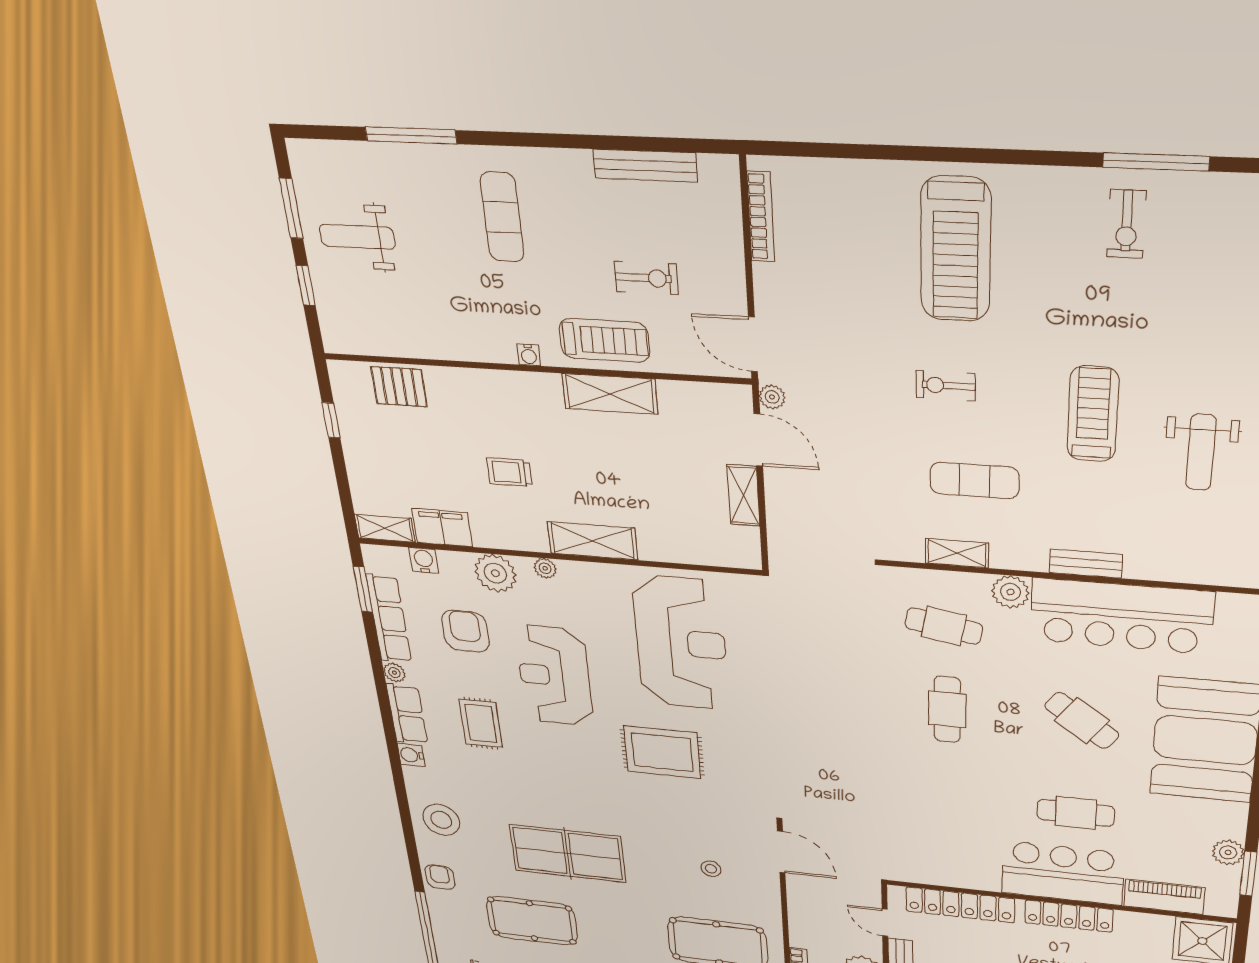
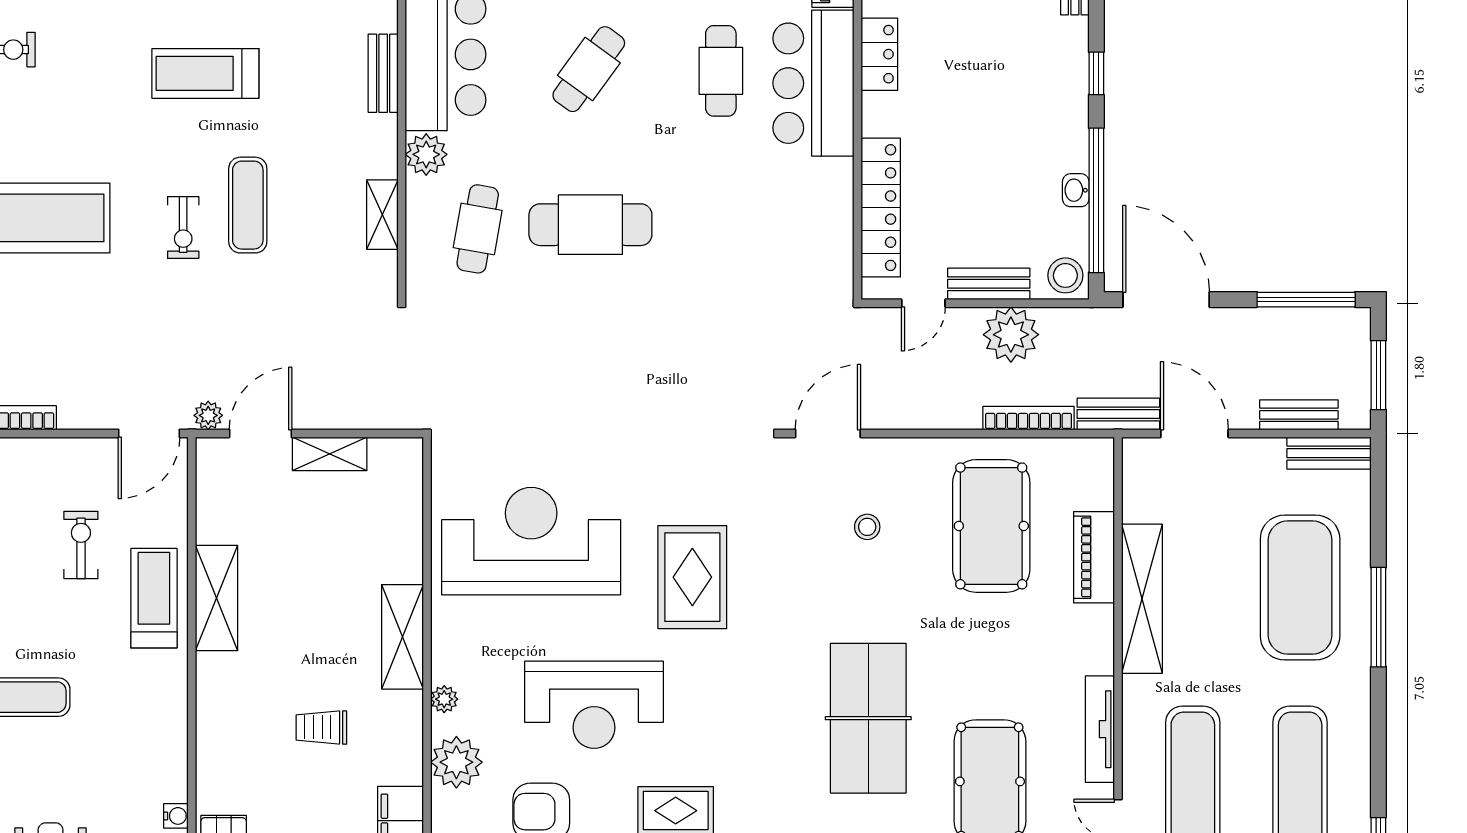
water cooler: (529, 355) -> (176, 816), moved
trolley: (509, 472) -> (321, 727), turned 90
exercise mat: (974, 480) -> (248, 205), moved
cafe table: (947, 709) -> (590, 225), width x1.37, depth x1.35
locker: (1069, 916) -> (879, 54), width x0.66

